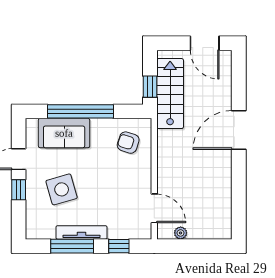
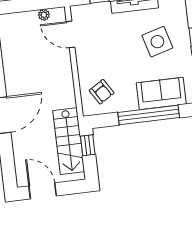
armchair: (128, 143) -> (102, 92), turned 40

